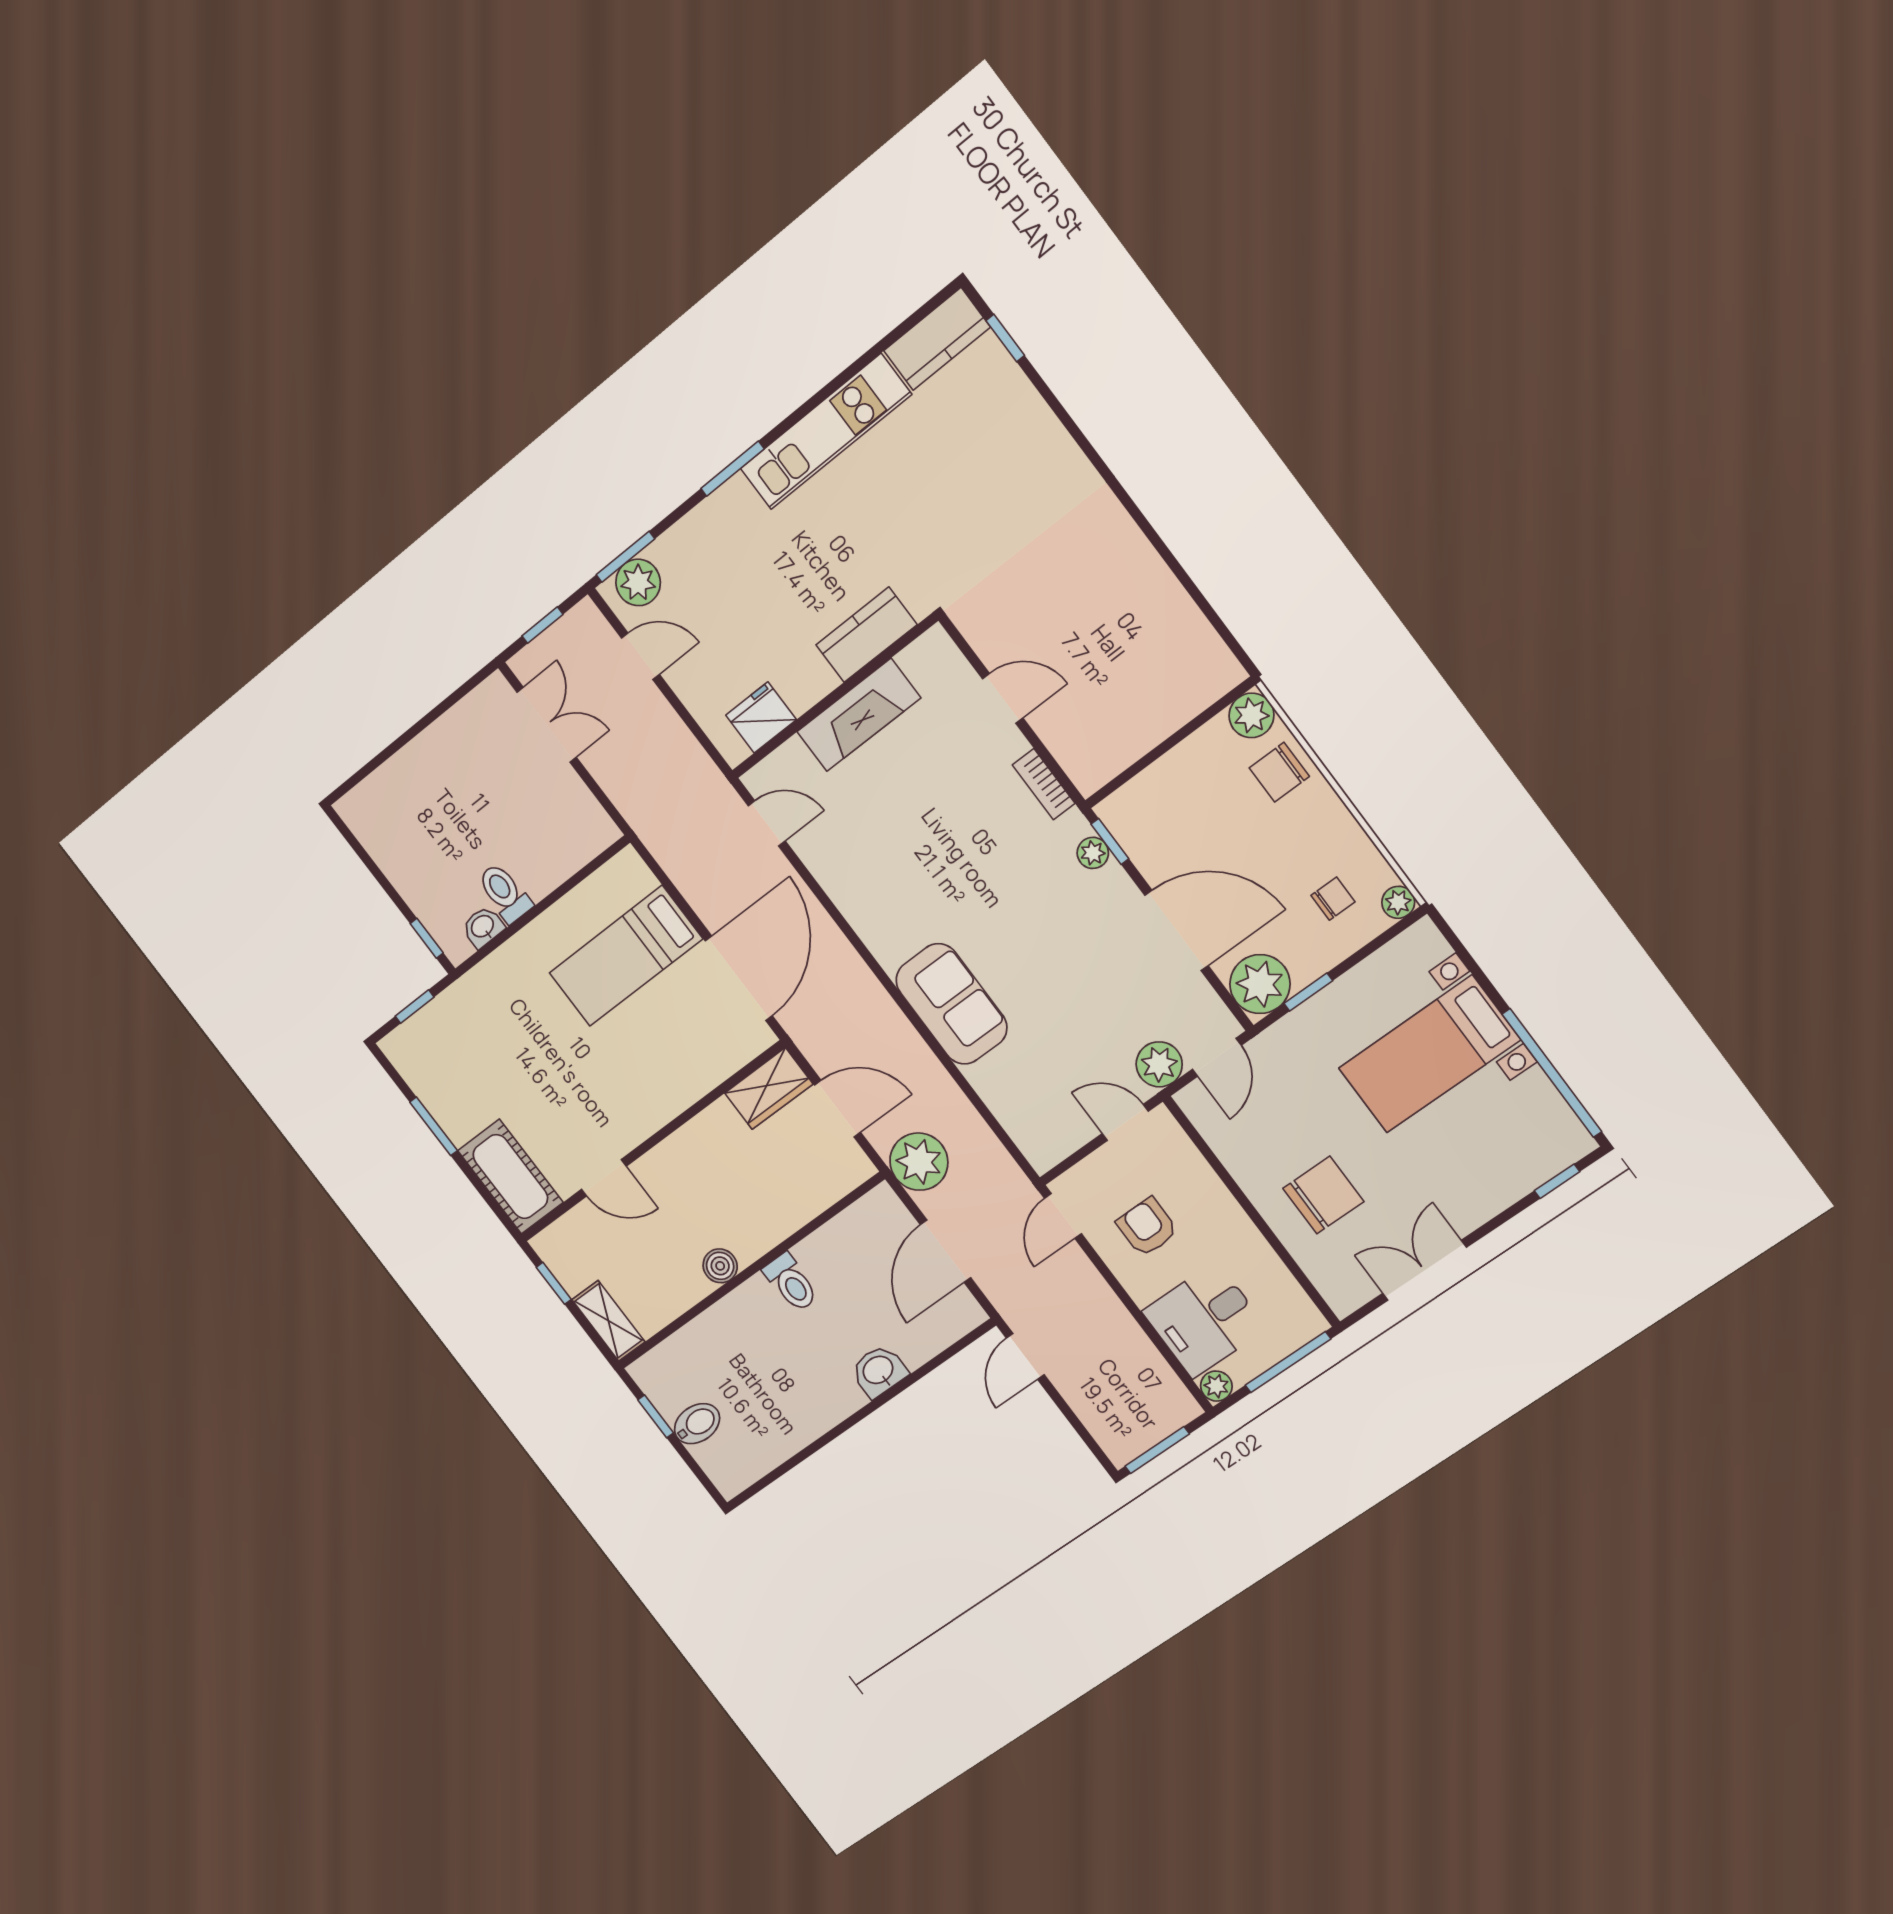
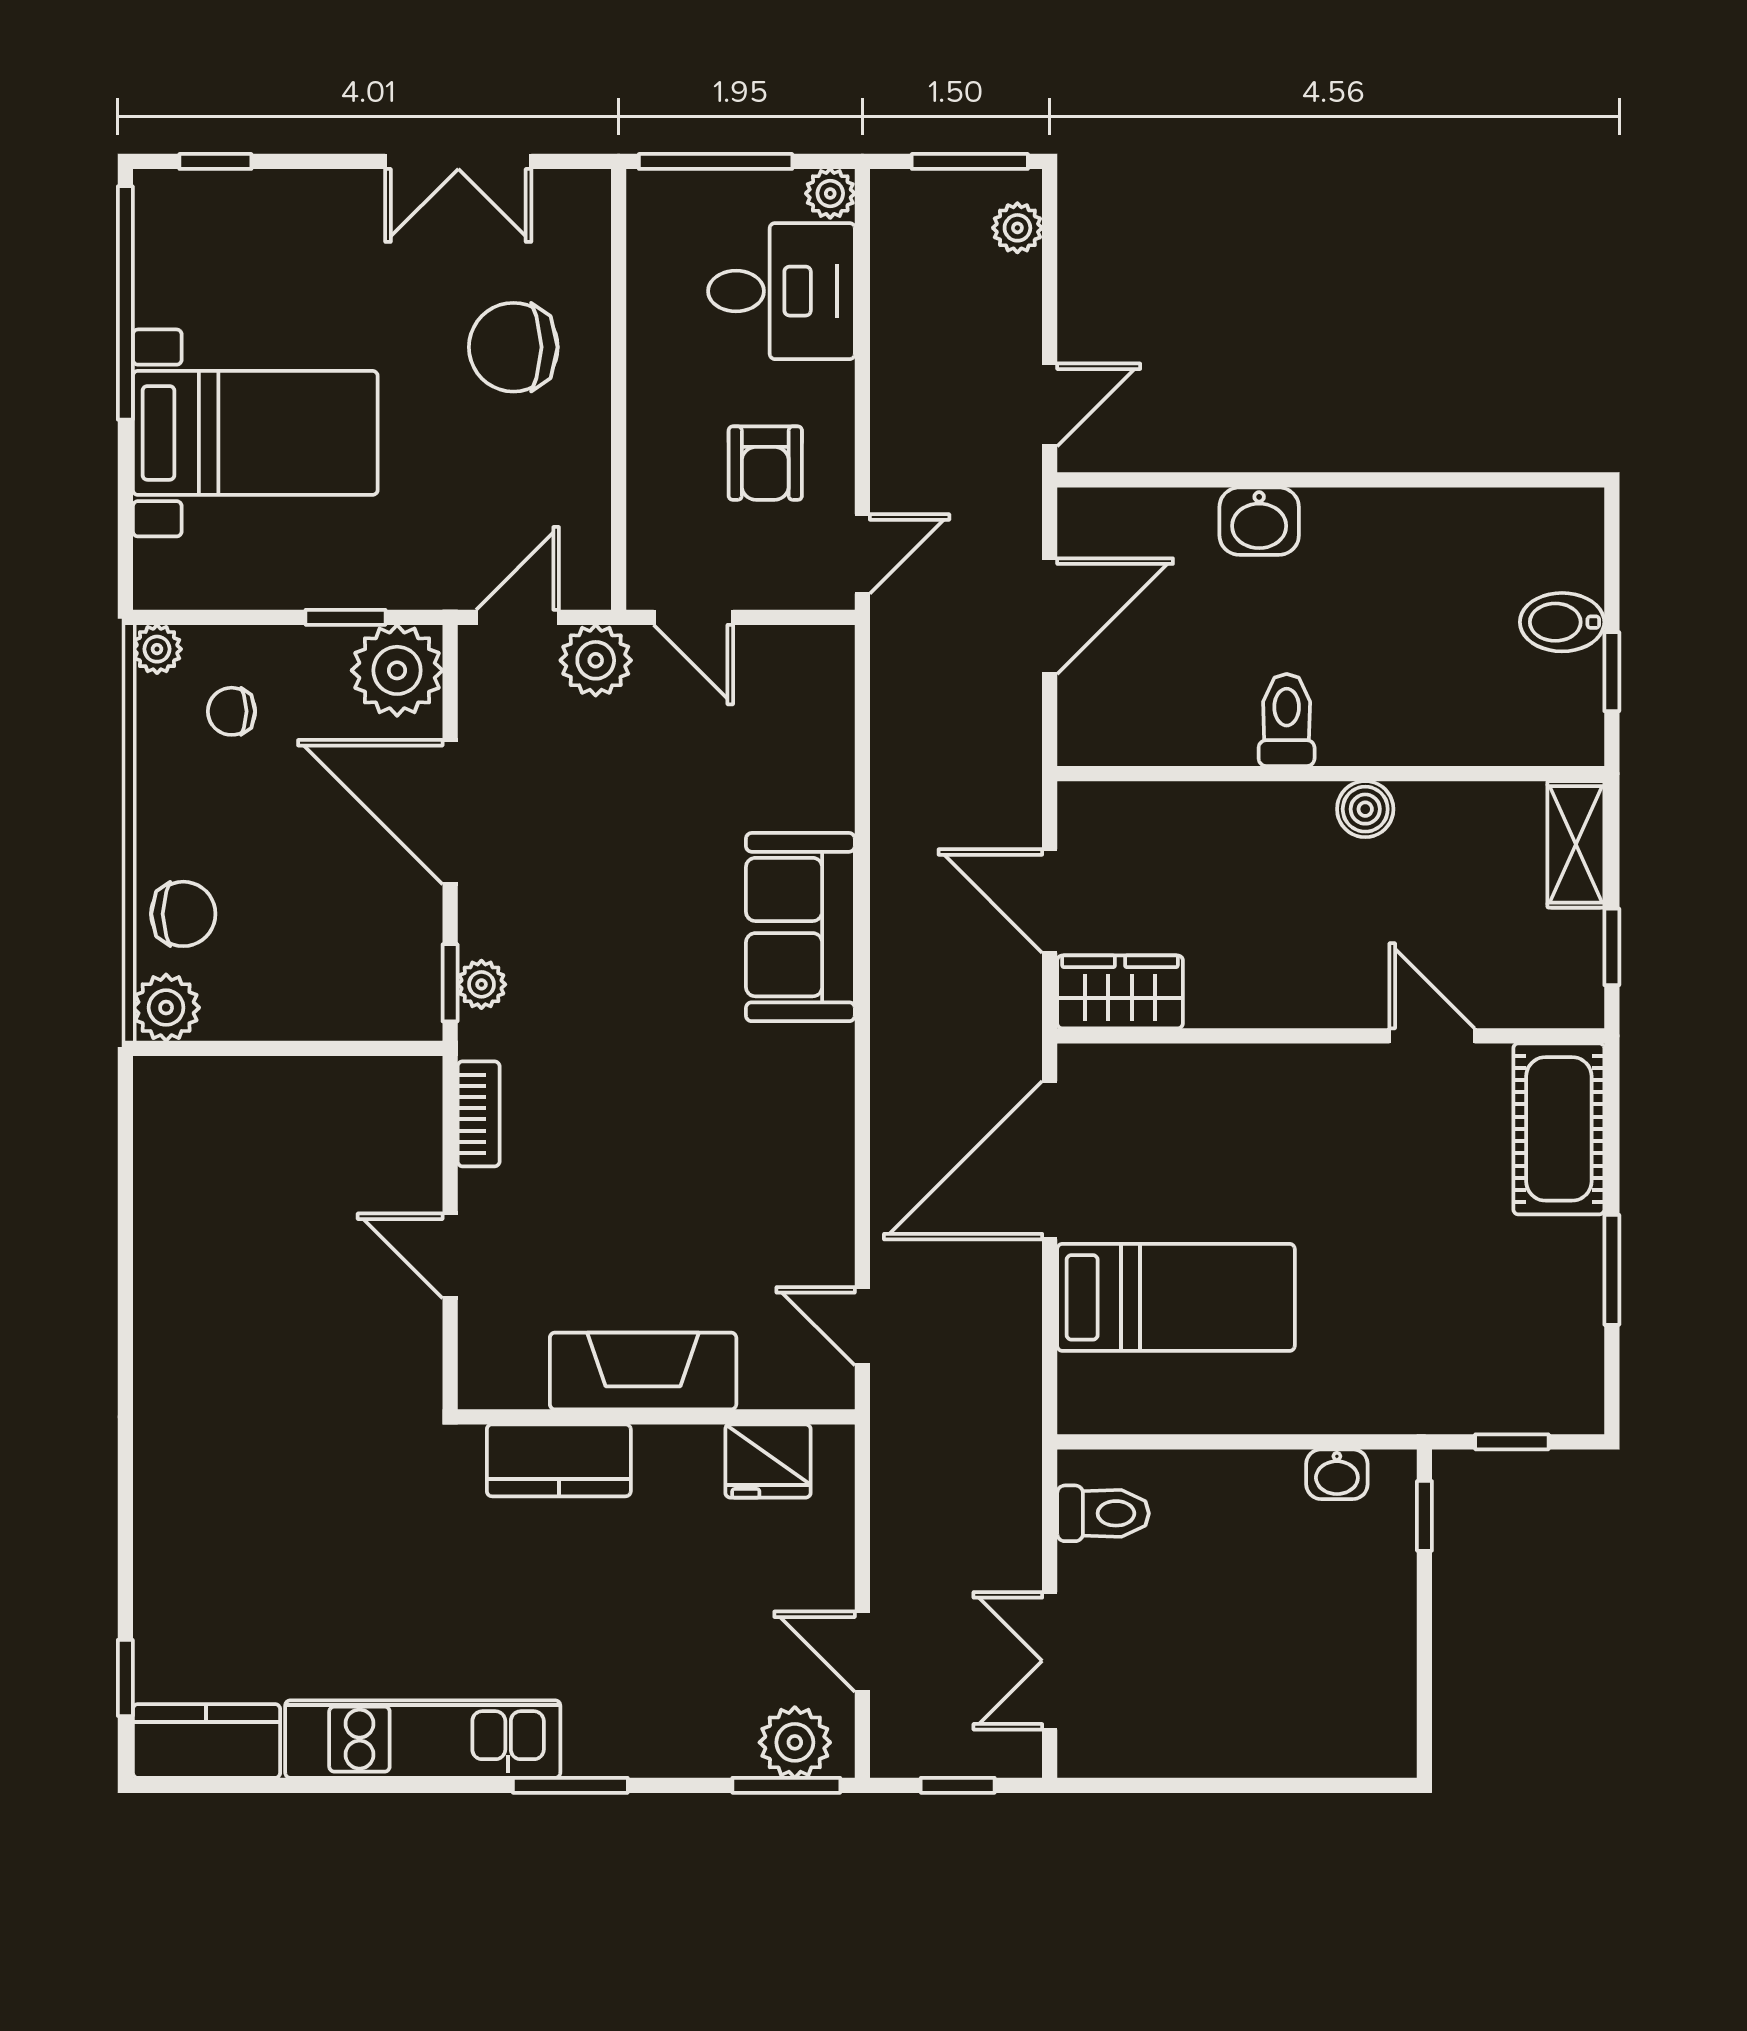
toilet: (505, 893) -> (1103, 1513), moved, turned -90
plant: (919, 1162) -> (1017, 228), moved, width x0.53, depth x0.53

